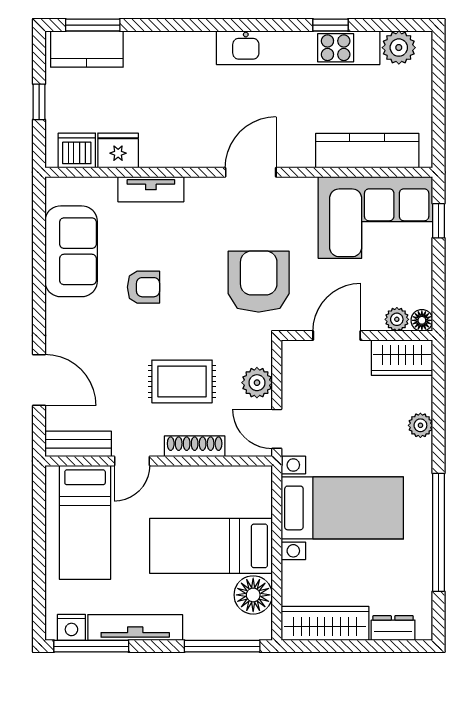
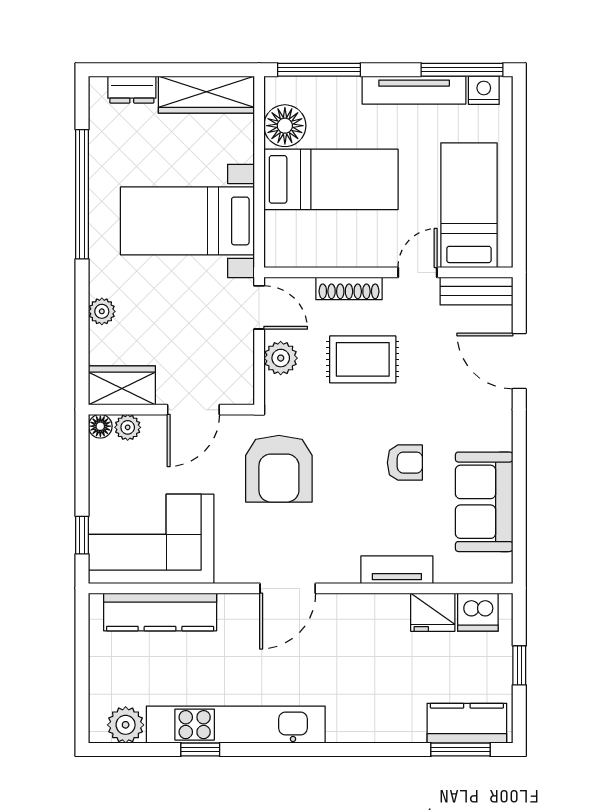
armchair: (144, 287) -> (405, 463), turned 180

